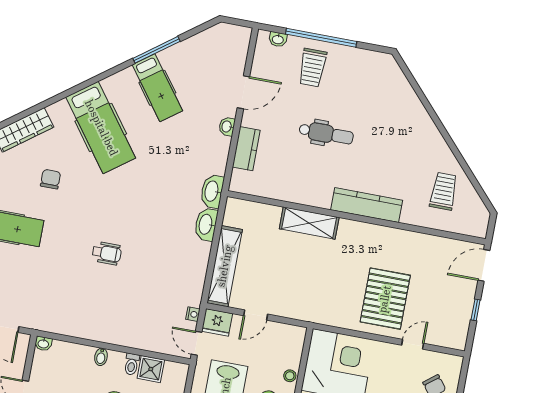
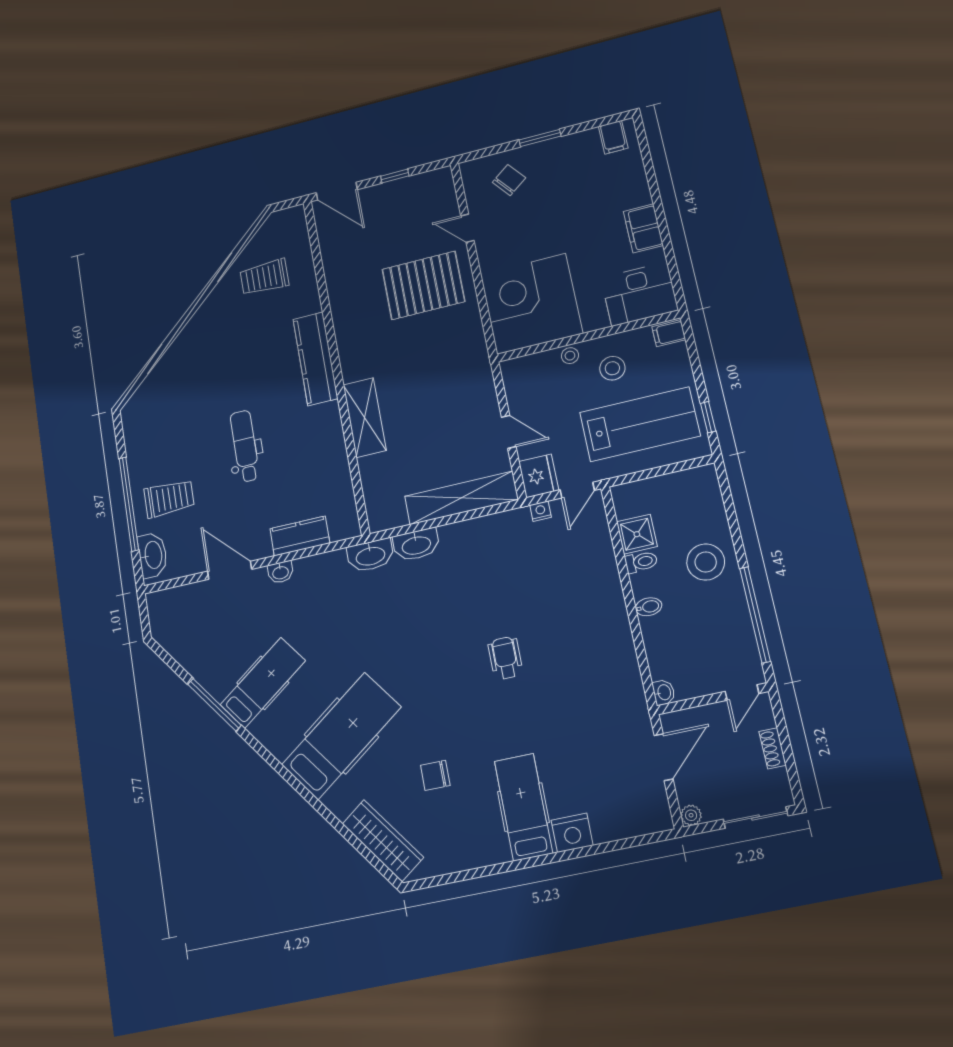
washbasin: (278, 39) -> (153, 555), width x1.91, depth x1.45

